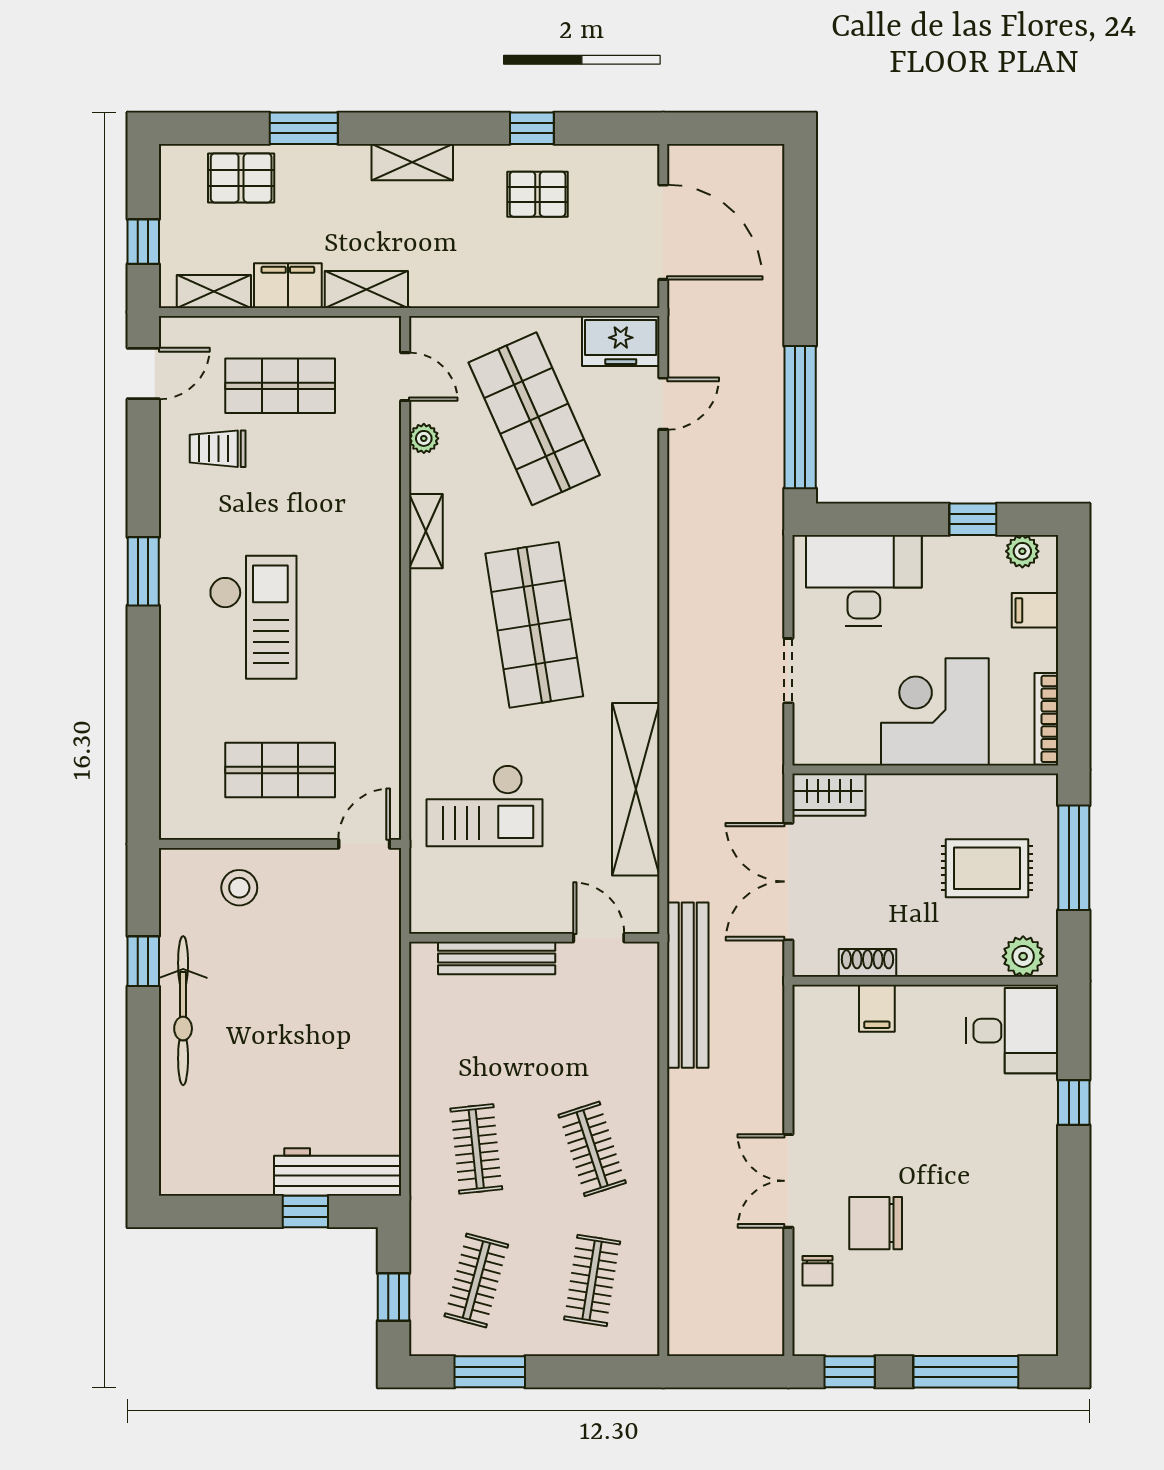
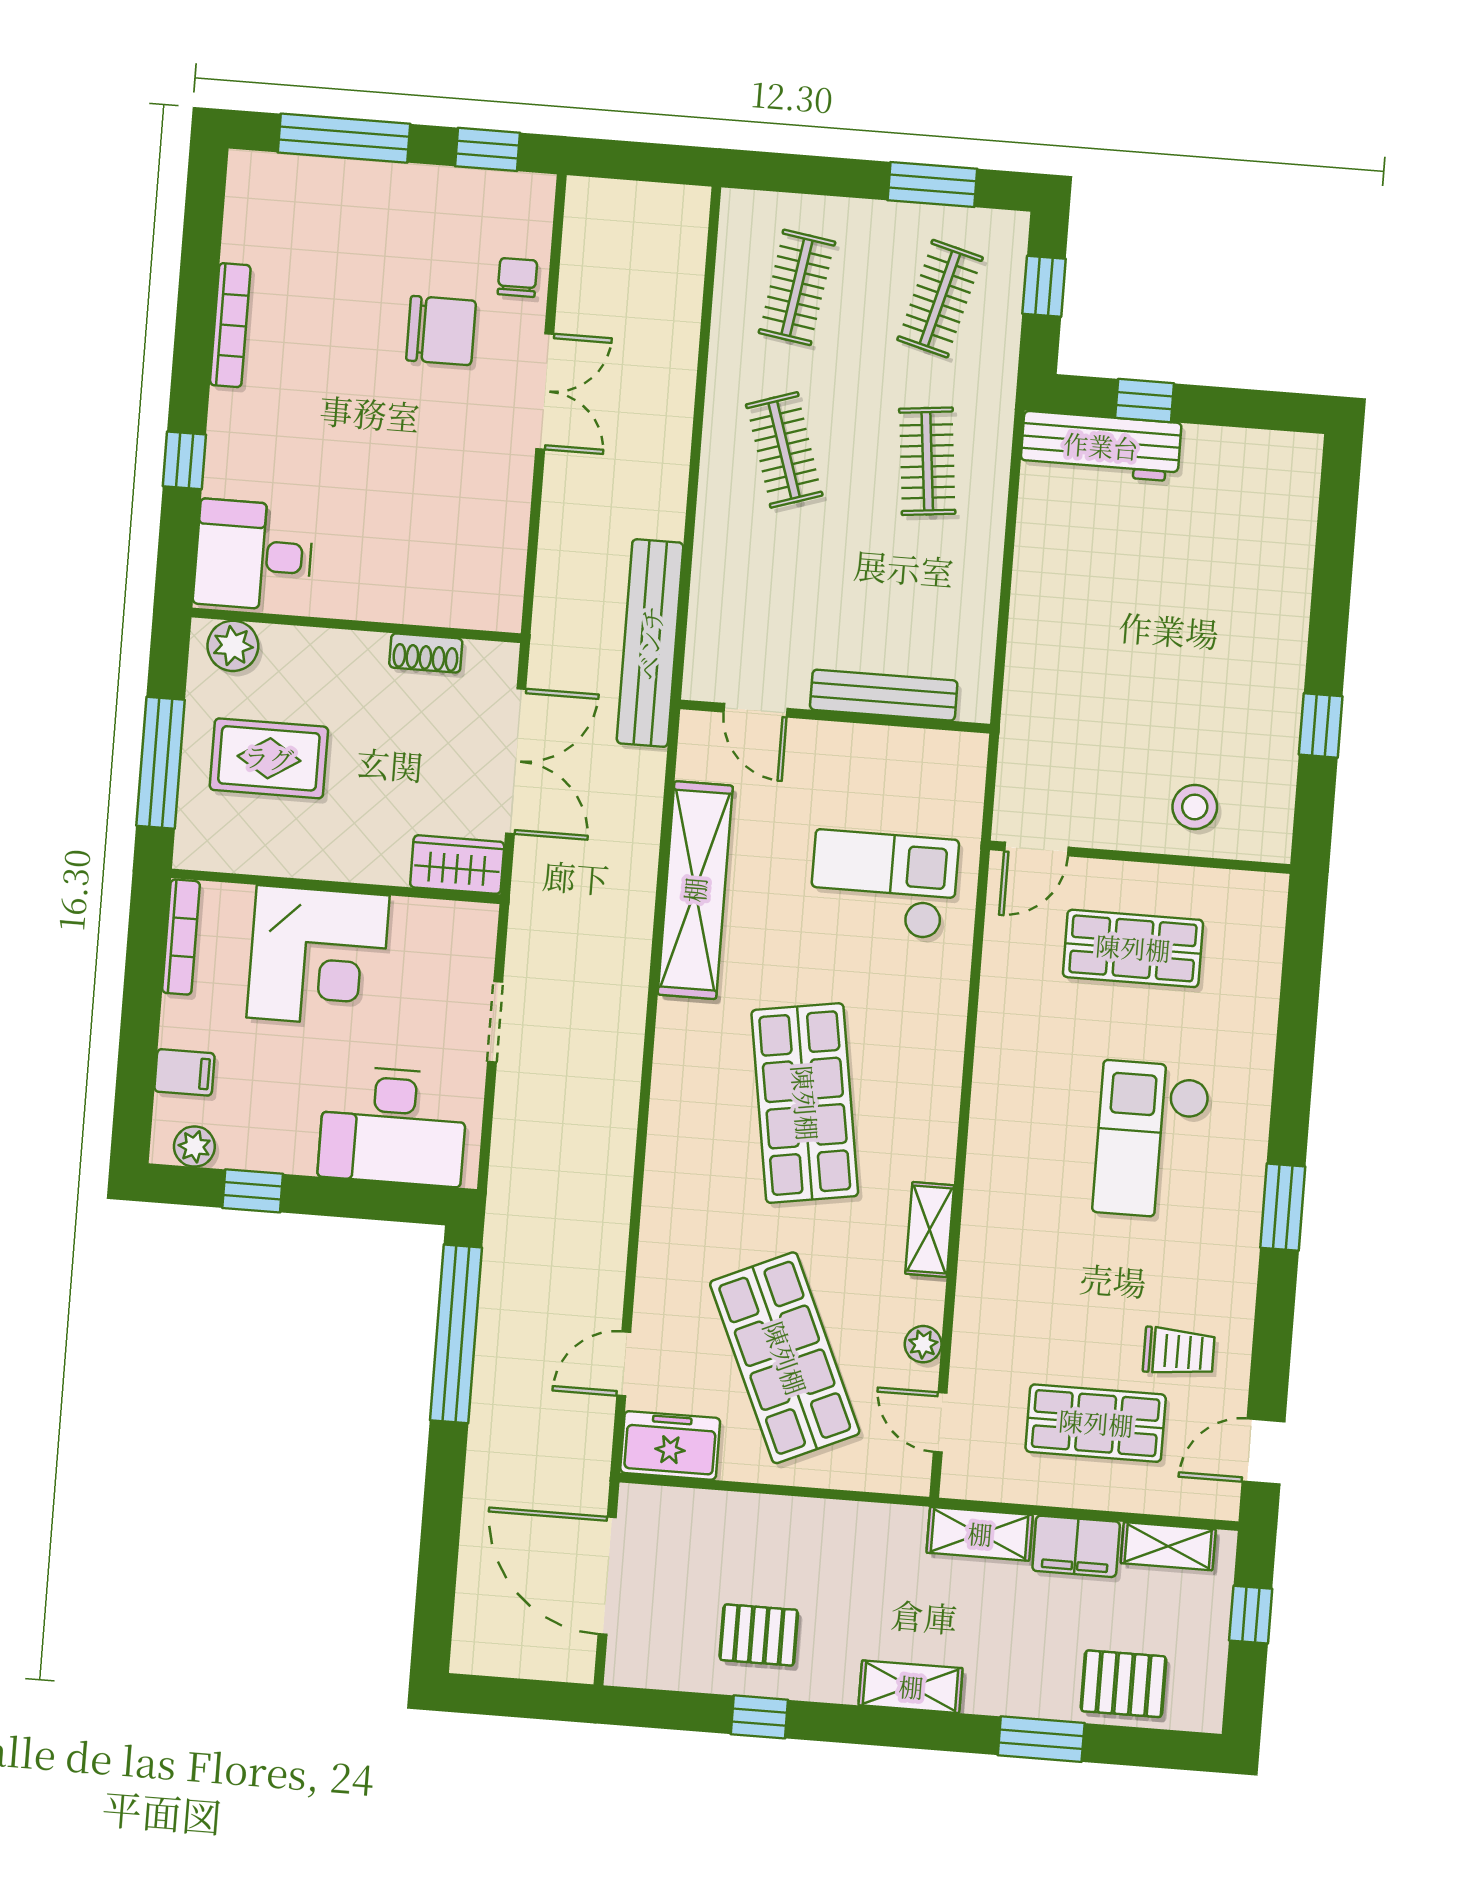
filing cabinet: (877, 1008) -> (419, 596), removed
bicycle: (183, 1011) -> (1276, 661), removed
bookcase: (1046, 1214) -> (230, 325), added

